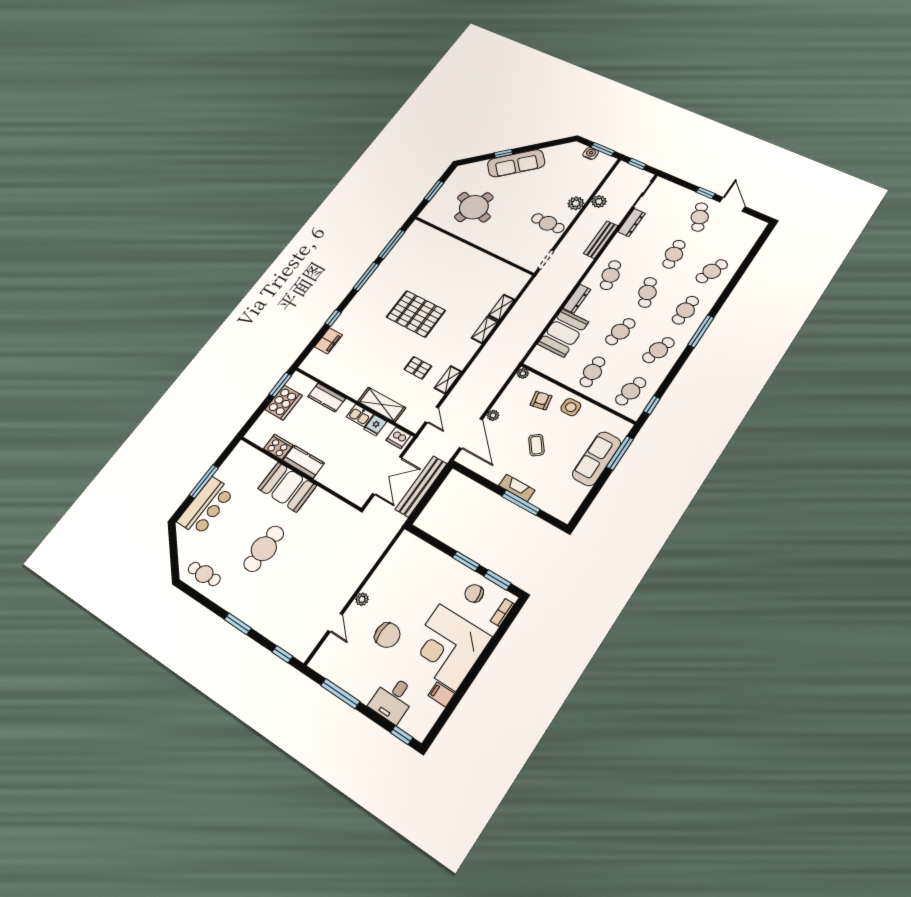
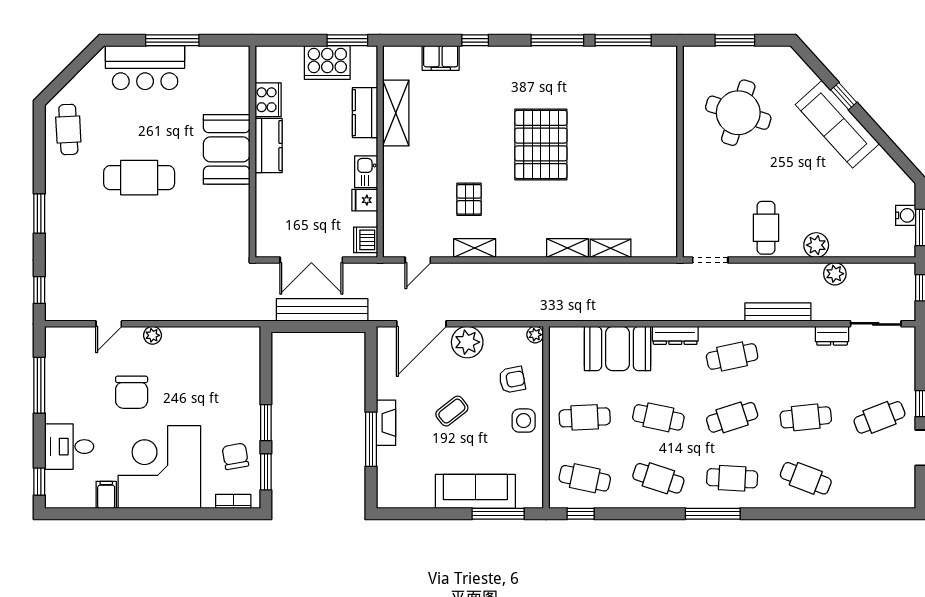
dresser: (632, 223) -> (832, 336), width x0.70
shelving: (382, 404) -> (396, 113), moved
plant: (493, 415) -> (467, 342), width x1.87, depth x1.87

